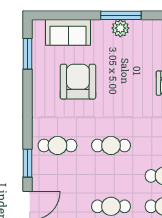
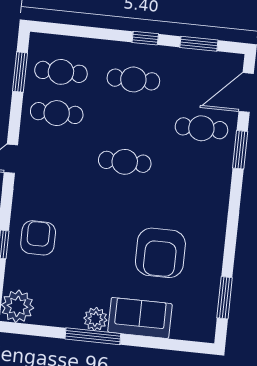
sofa: (68, 32) -> (140, 318), moved
cafe table: (57, 145) -> (201, 128), moved

